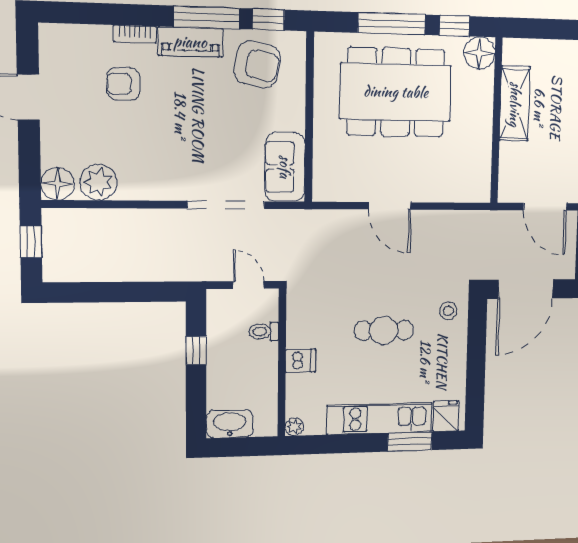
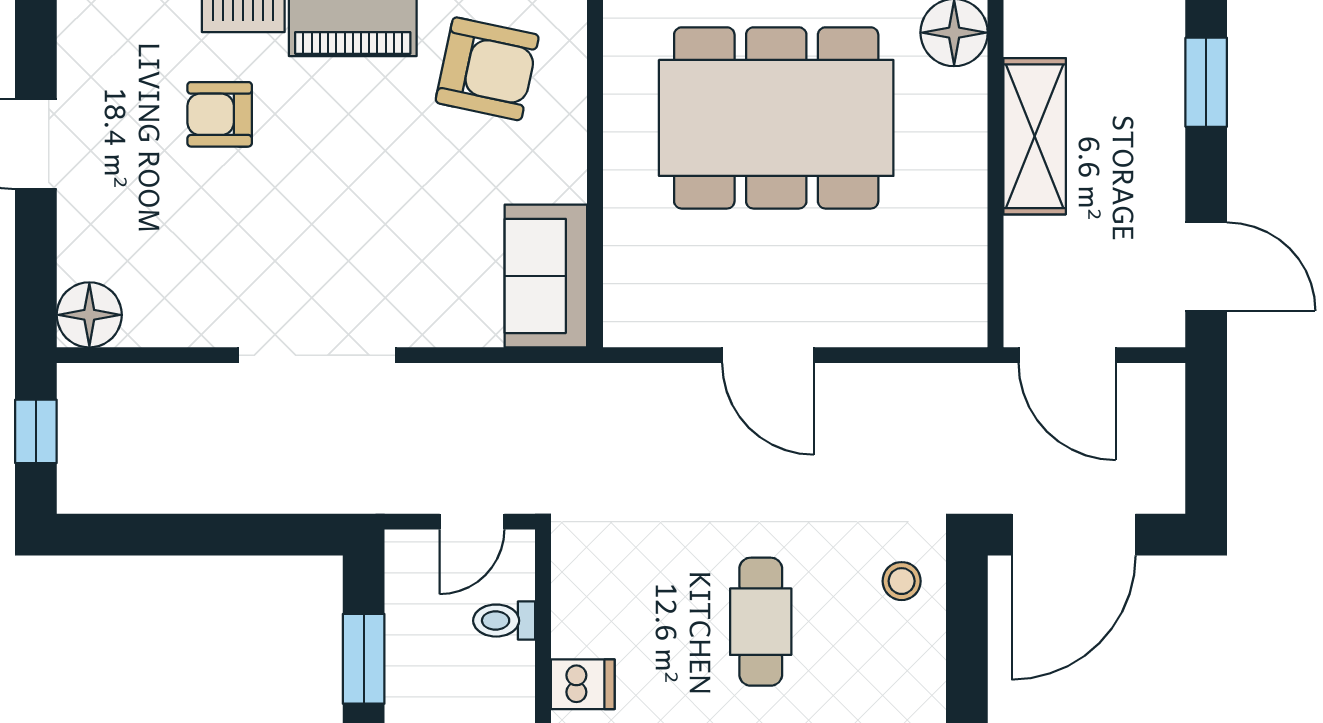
plant: (99, 182) -> (170, 311), removed
doorway: (226, 205) -> (317, 355), moved
door: (545, 207) -> (1067, 355), moved
door: (249, 285) -> (472, 522), swing flipped
cafe table: (384, 330) -> (761, 622), turned 90
window: (196, 351) -> (364, 659), width x1.50

